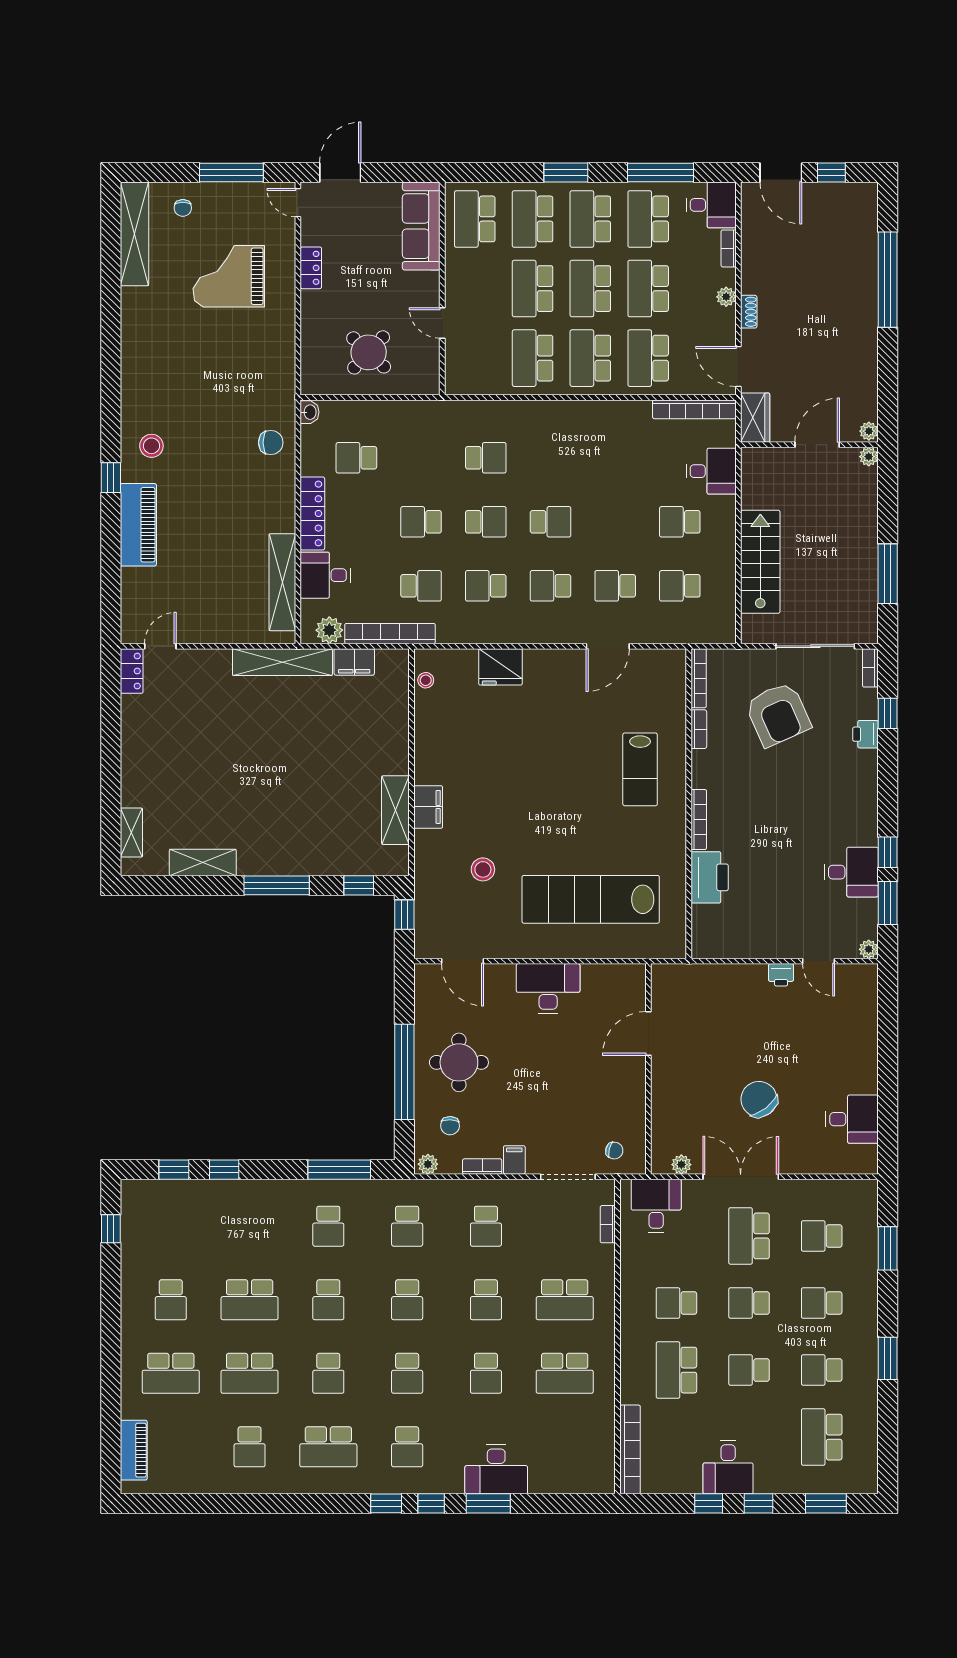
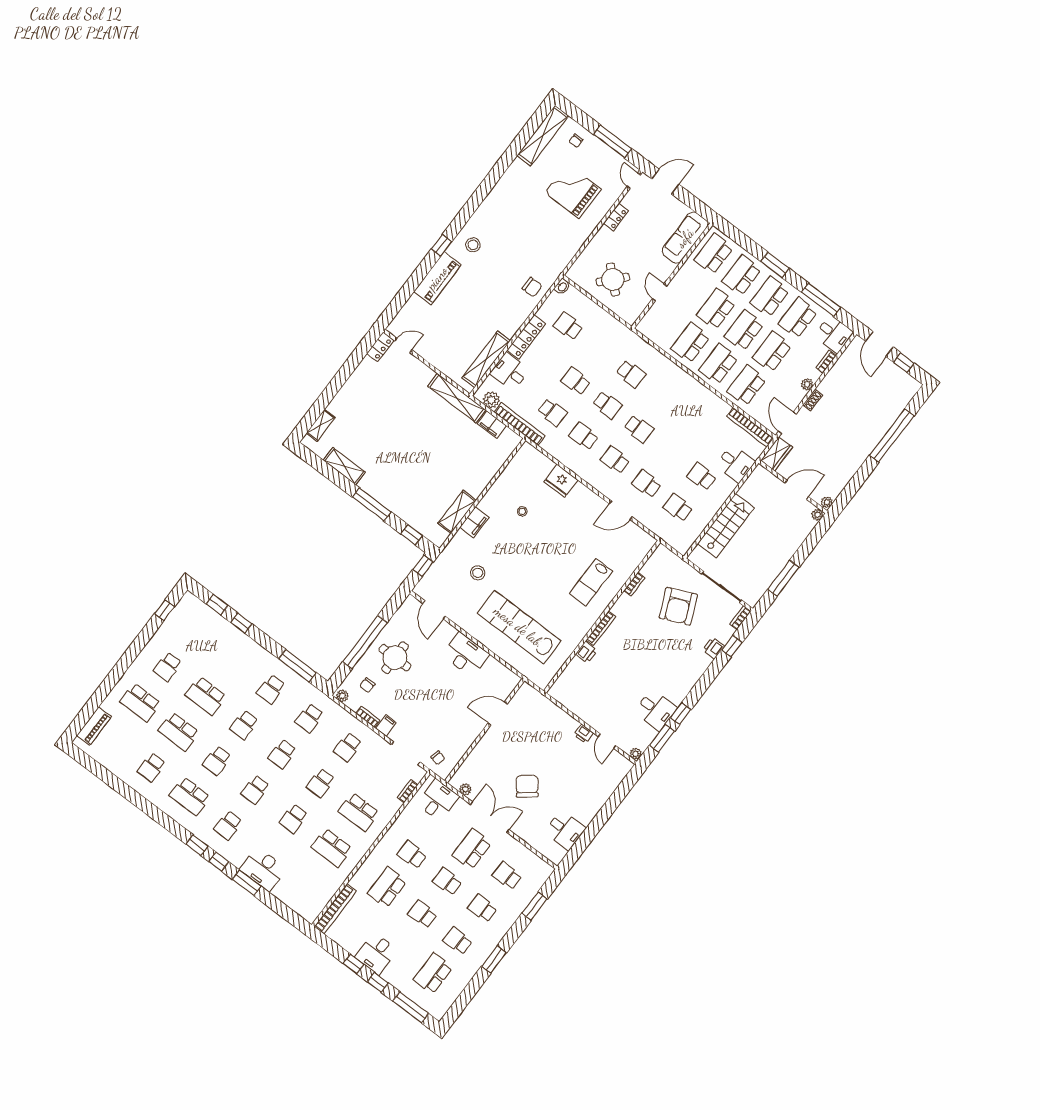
bookcase: (699, 678) -> (653, 559), removed
stool: (426, 680) -> (522, 511), moved
printer: (710, 877) -> (586, 652), width x0.53, depth x0.68
window: (826, 1503) -> (411, 1007), width x1.44

